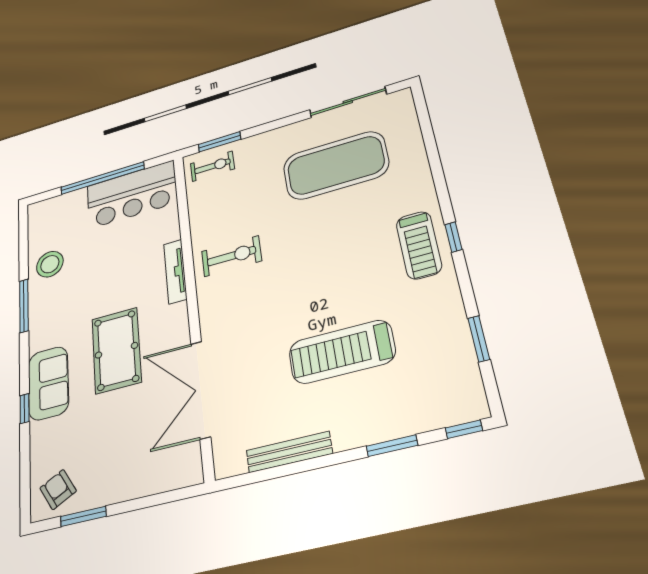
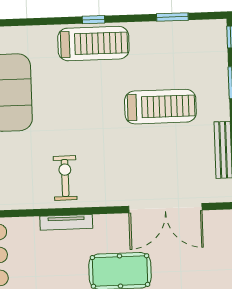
treadmill: (419, 245) -> (93, 44), width x1.37, depth x1.38
treadmill: (342, 352) -> (160, 107), turned -90

